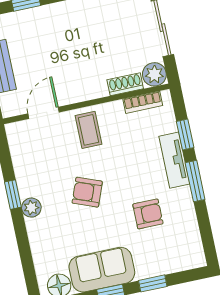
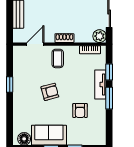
shoe rack: (125, 84) -> (64, 38), moved
armchair: (87, 192) -> (50, 92), turned 144
plant: (31, 208) -> (18, 94), removed
armchair: (148, 214) -> (80, 110), turned 90

